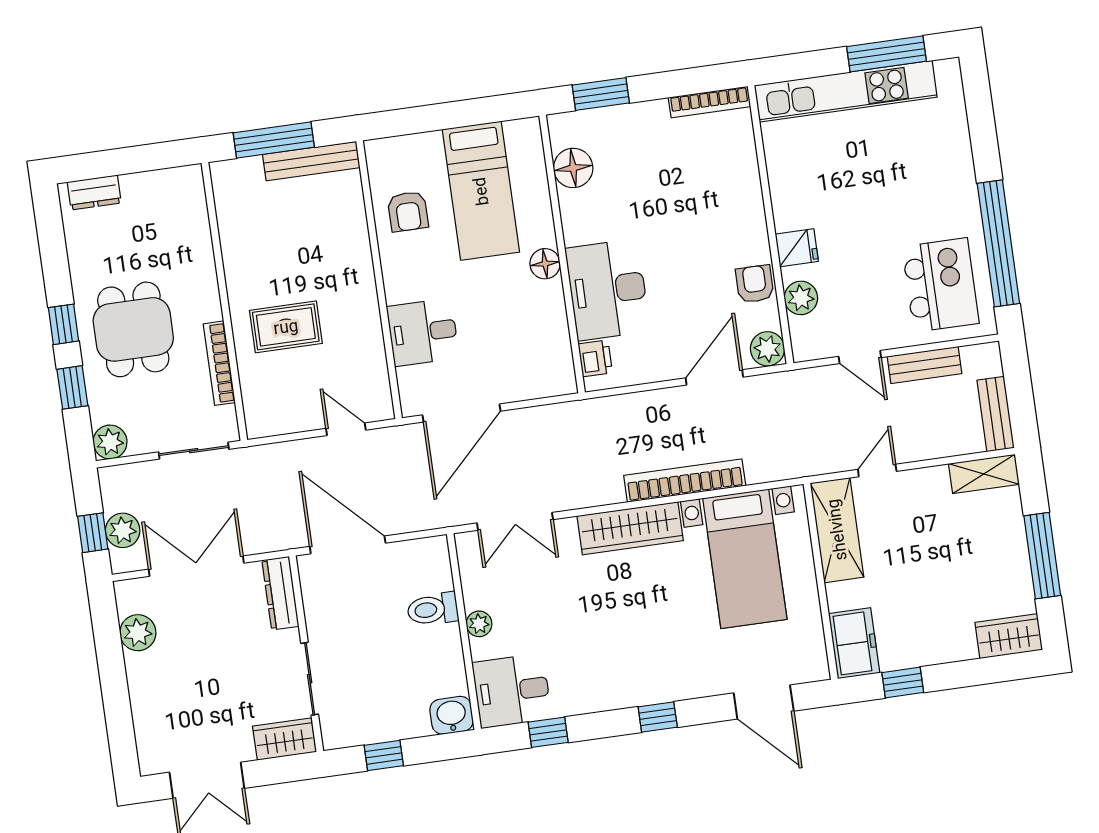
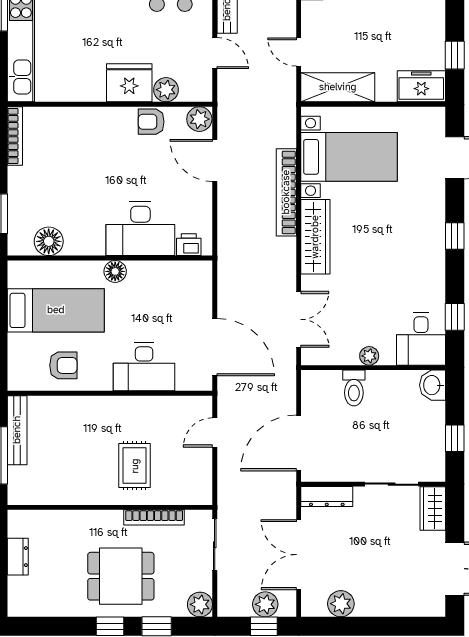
dresser: (94, 192) -> (18, 557), moved
fridge: (797, 248) -> (129, 83), width x1.88, depth x1.34
desk: (423, 332) -> (144, 367), width x1.37
door: (860, 357) -> (215, 53), hinge flipped

